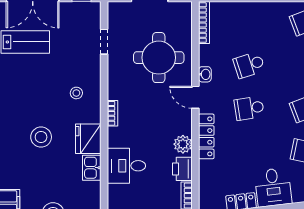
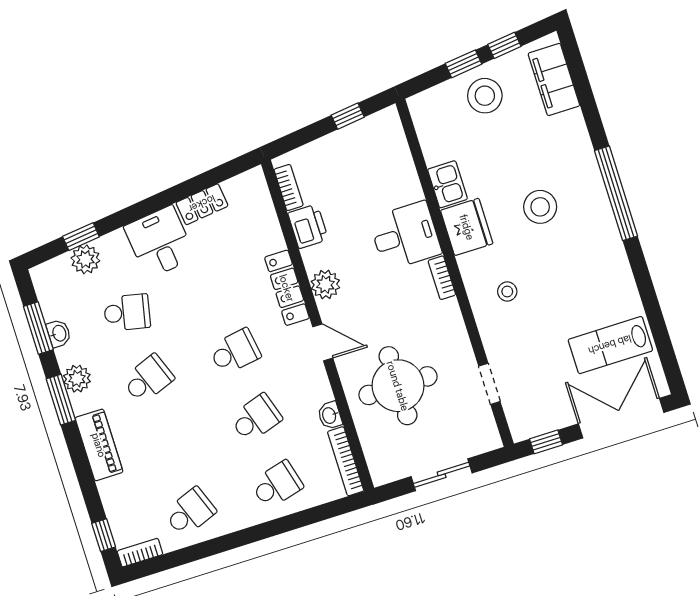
school desk: (249, 22) -> (277, 485), added
washbasin: (205, 74) -> (330, 415), moved
plant: (183, 144) -> (325, 284), moved
desk: (126, 166) -> (405, 236), moved

